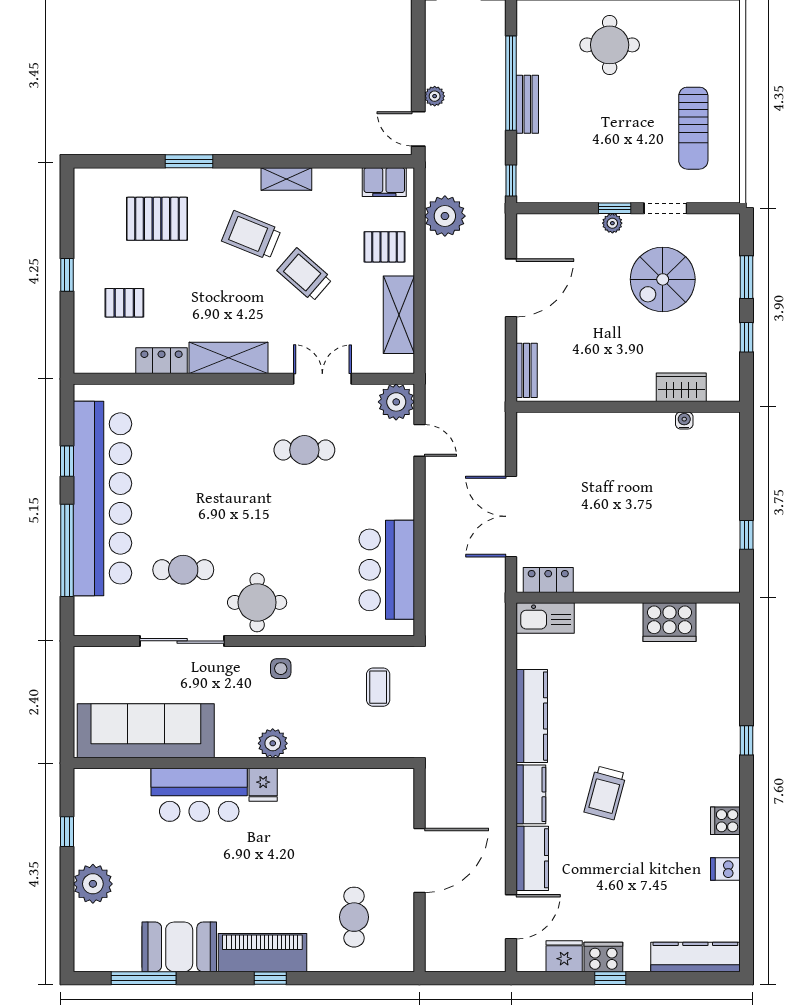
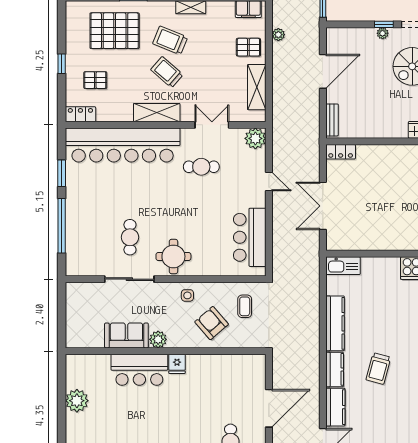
plant: (445, 216) -> (278, 35), width x0.53, depth x0.53
pallet: (157, 219) -> (115, 31), width x1.37, depth x1.41
trolley: (305, 275) -> (167, 72), moved
locker: (162, 361) -> (80, 114), moved
door: (419, 440) -> (269, 182), moved
window: (67, 461) -> (62, 173), width x1.50
bar counter: (102, 498) -> (123, 145), moved, turned 90
cafe table: (183, 570) -> (130, 237), turned 90
locker: (548, 580) -> (341, 152), moved, turned 180
armchair: (322, 716) -> (212, 323), added
sofa: (146, 731) -> (126, 335), width x0.54, depth x0.79
plant: (273, 743) -> (158, 339), moved
window: (67, 832) -> (62, 391), removed
plant: (93, 884) -> (77, 401), moved

